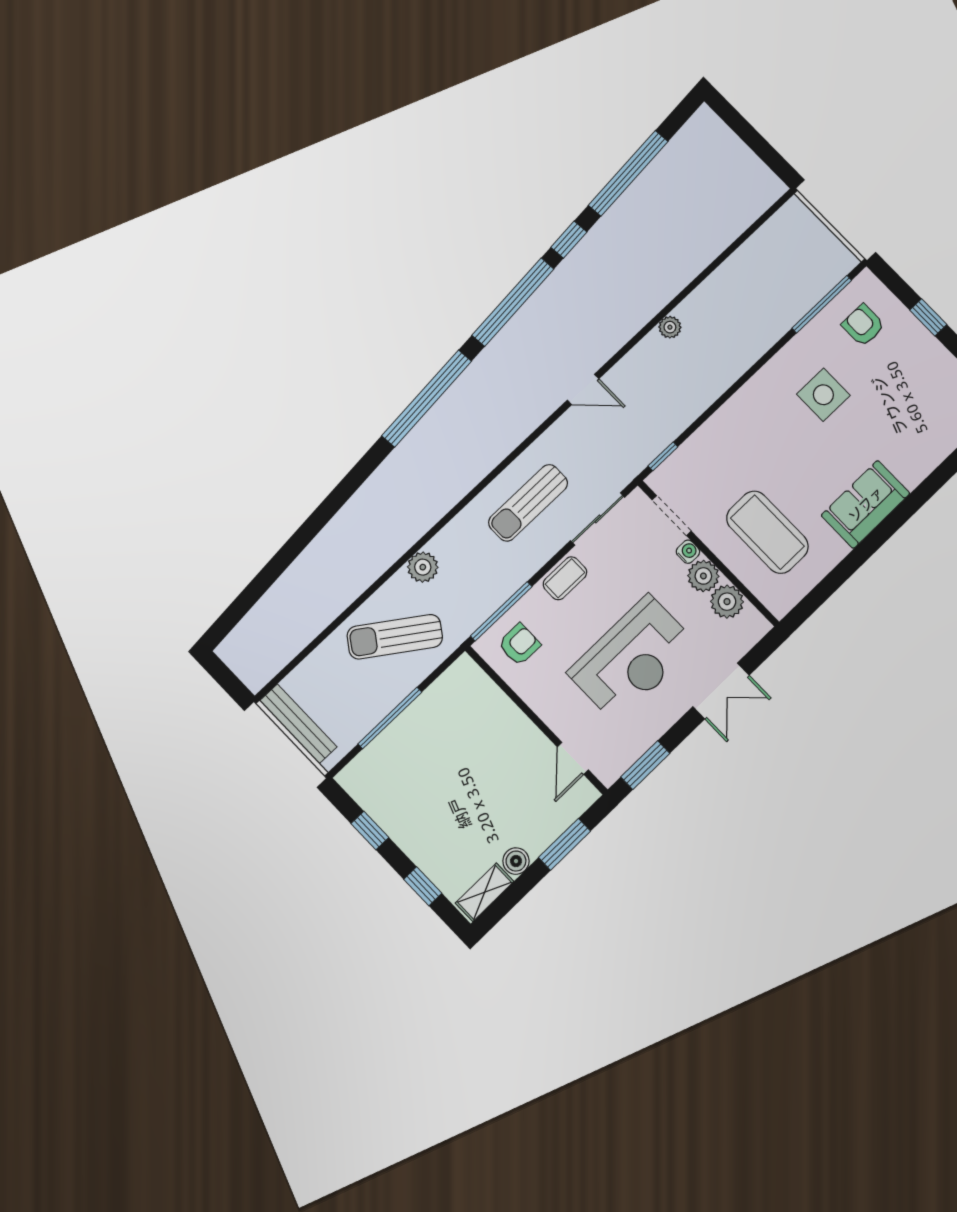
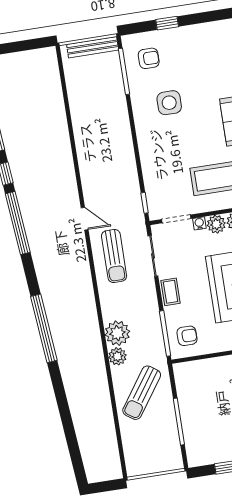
armchair: (863, 325) -> (149, 58), turned 180
plant: (670, 327) -> (117, 333), moved, width x1.88, depth x1.88
door: (583, 389) -> (85, 219), hinge flipped
window: (427, 398) -> (44, 328), moved
sun lounger: (528, 503) -> (114, 256), moved
armchair: (519, 644) -> (187, 336), turned 90
bench: (298, 724) -> (93, 47), moved

